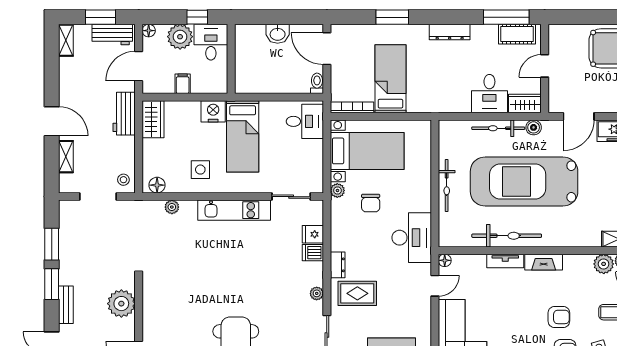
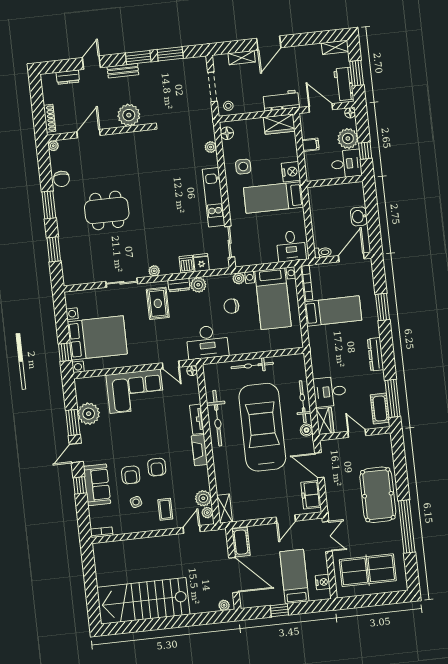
plant: (340, 241) -> (198, 285), added

